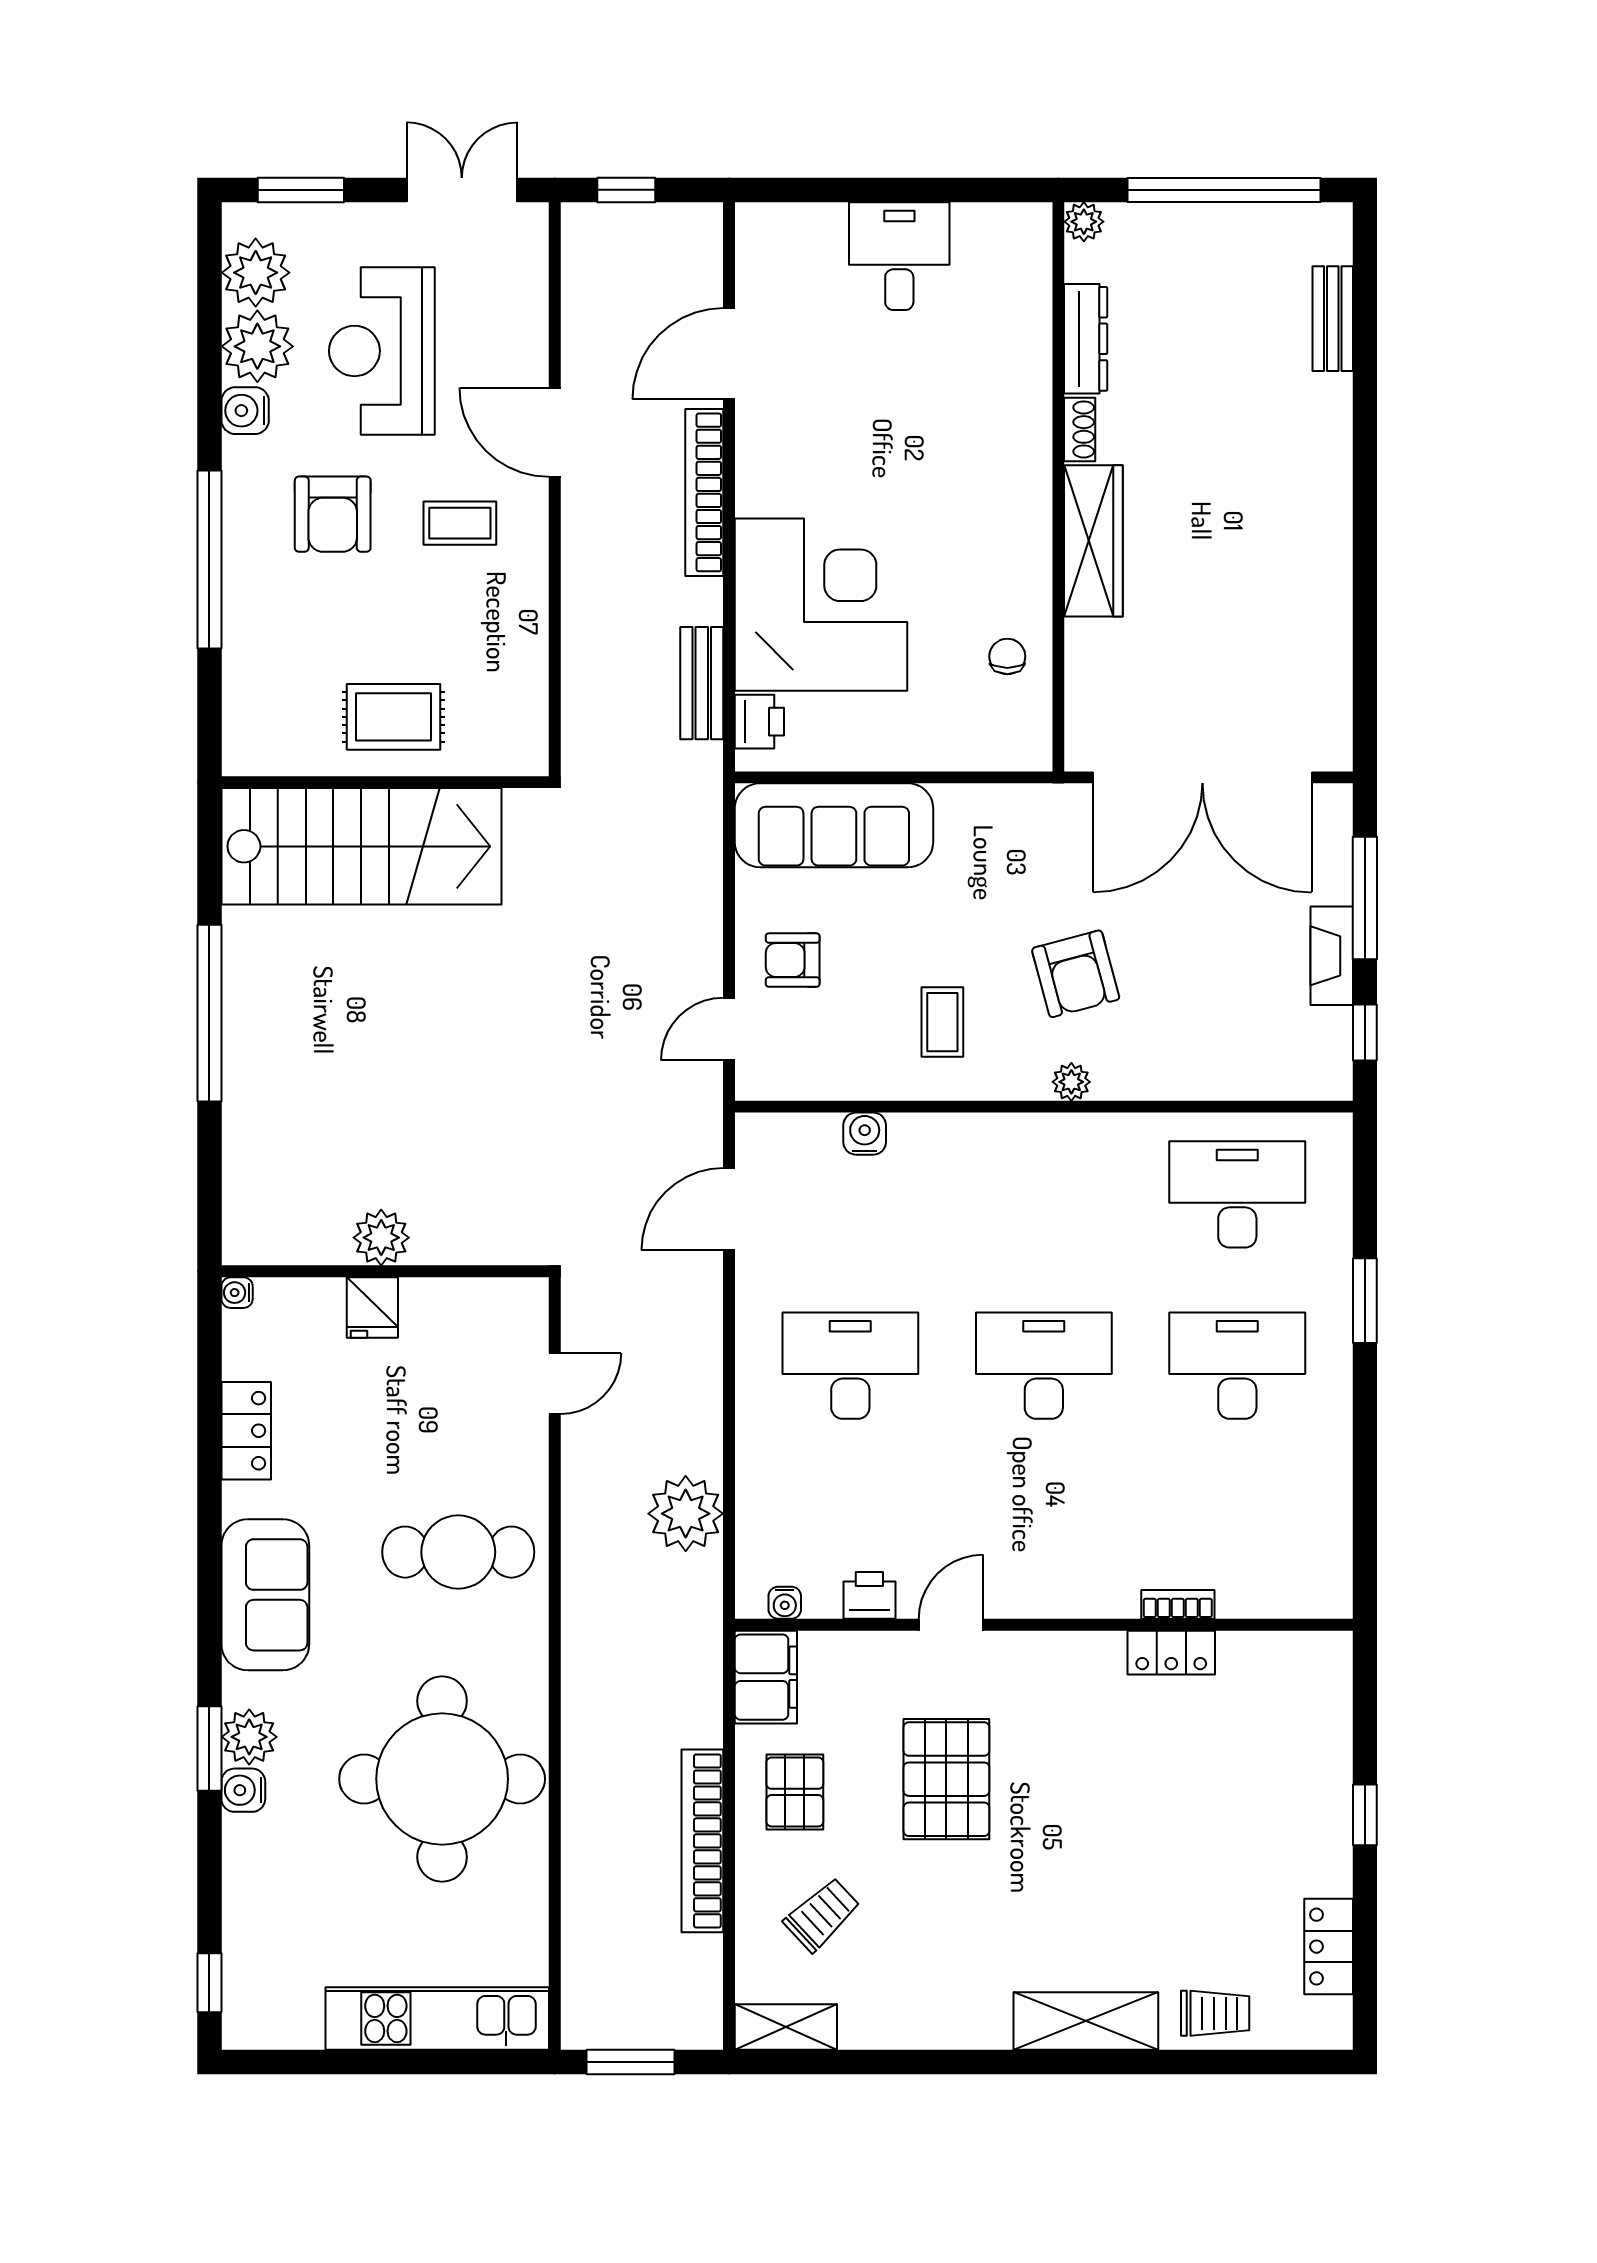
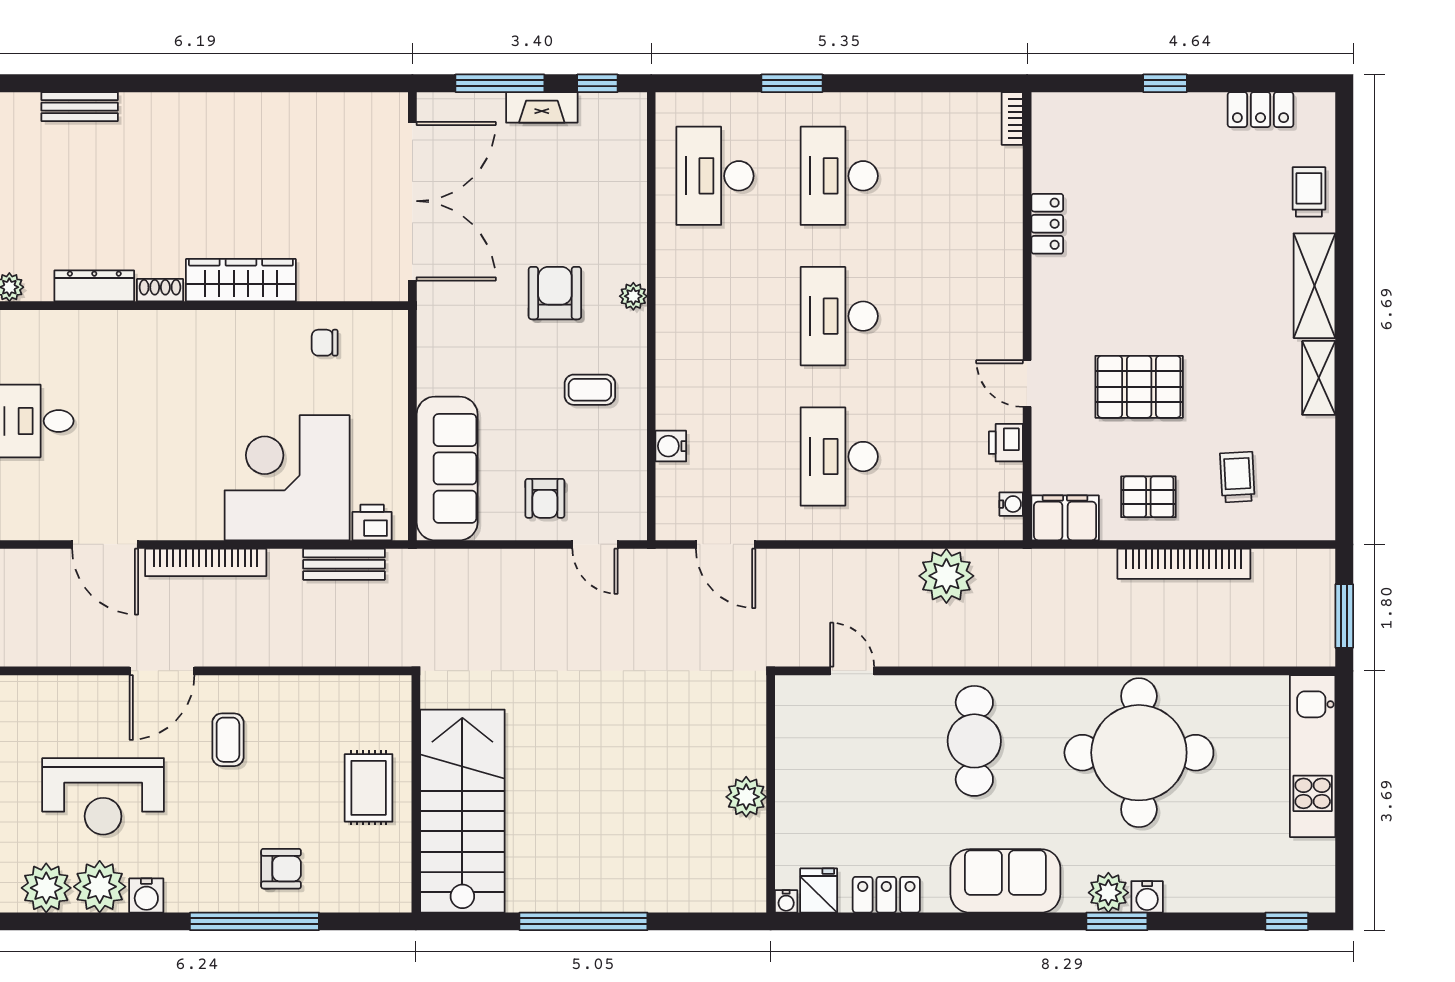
armchair: (333, 514) -> (281, 869), moved, width x0.72, depth x0.72
armchair: (1076, 974) -> (555, 293), turned -75
fridge: (372, 1307) -> (819, 891), moved, turned -90
bookcase: (1178, 1604) -> (1012, 118), moved
trolley: (822, 1915) -> (1237, 477), turned 40
shelving: (786, 2027) -> (1319, 378), moved

